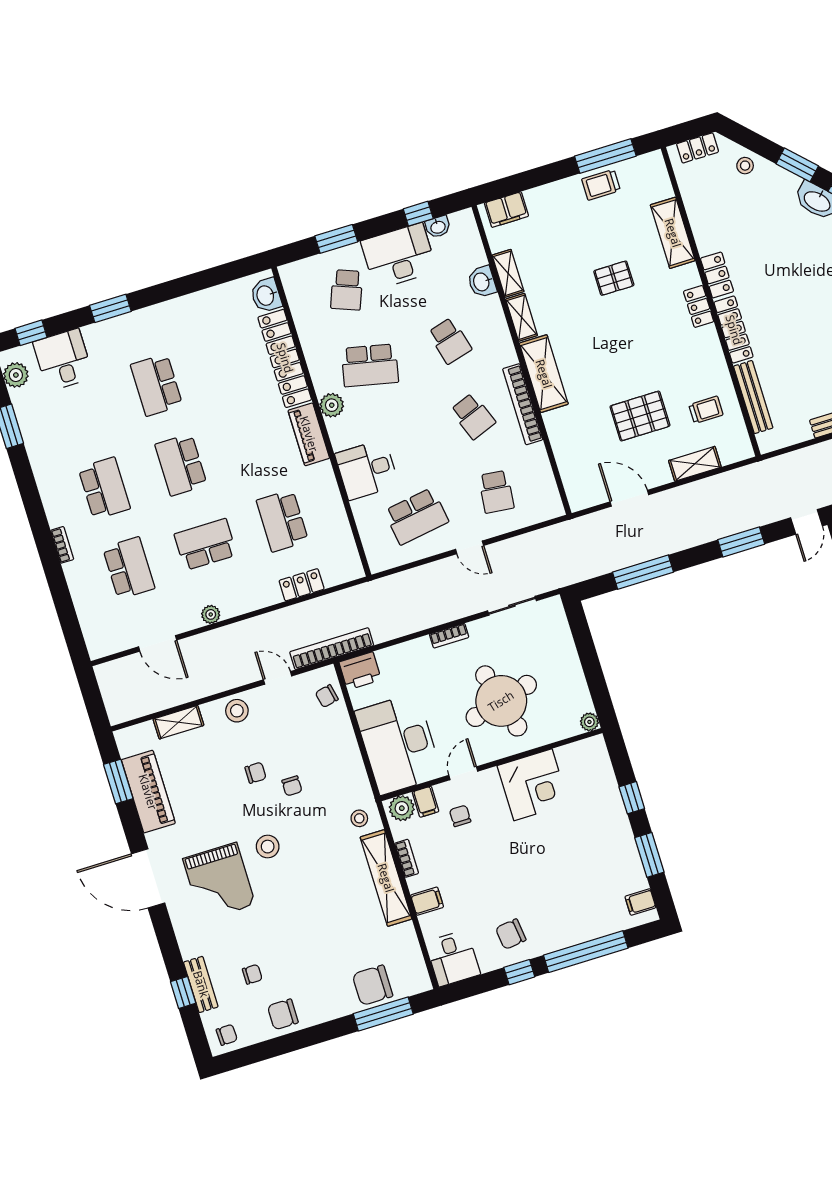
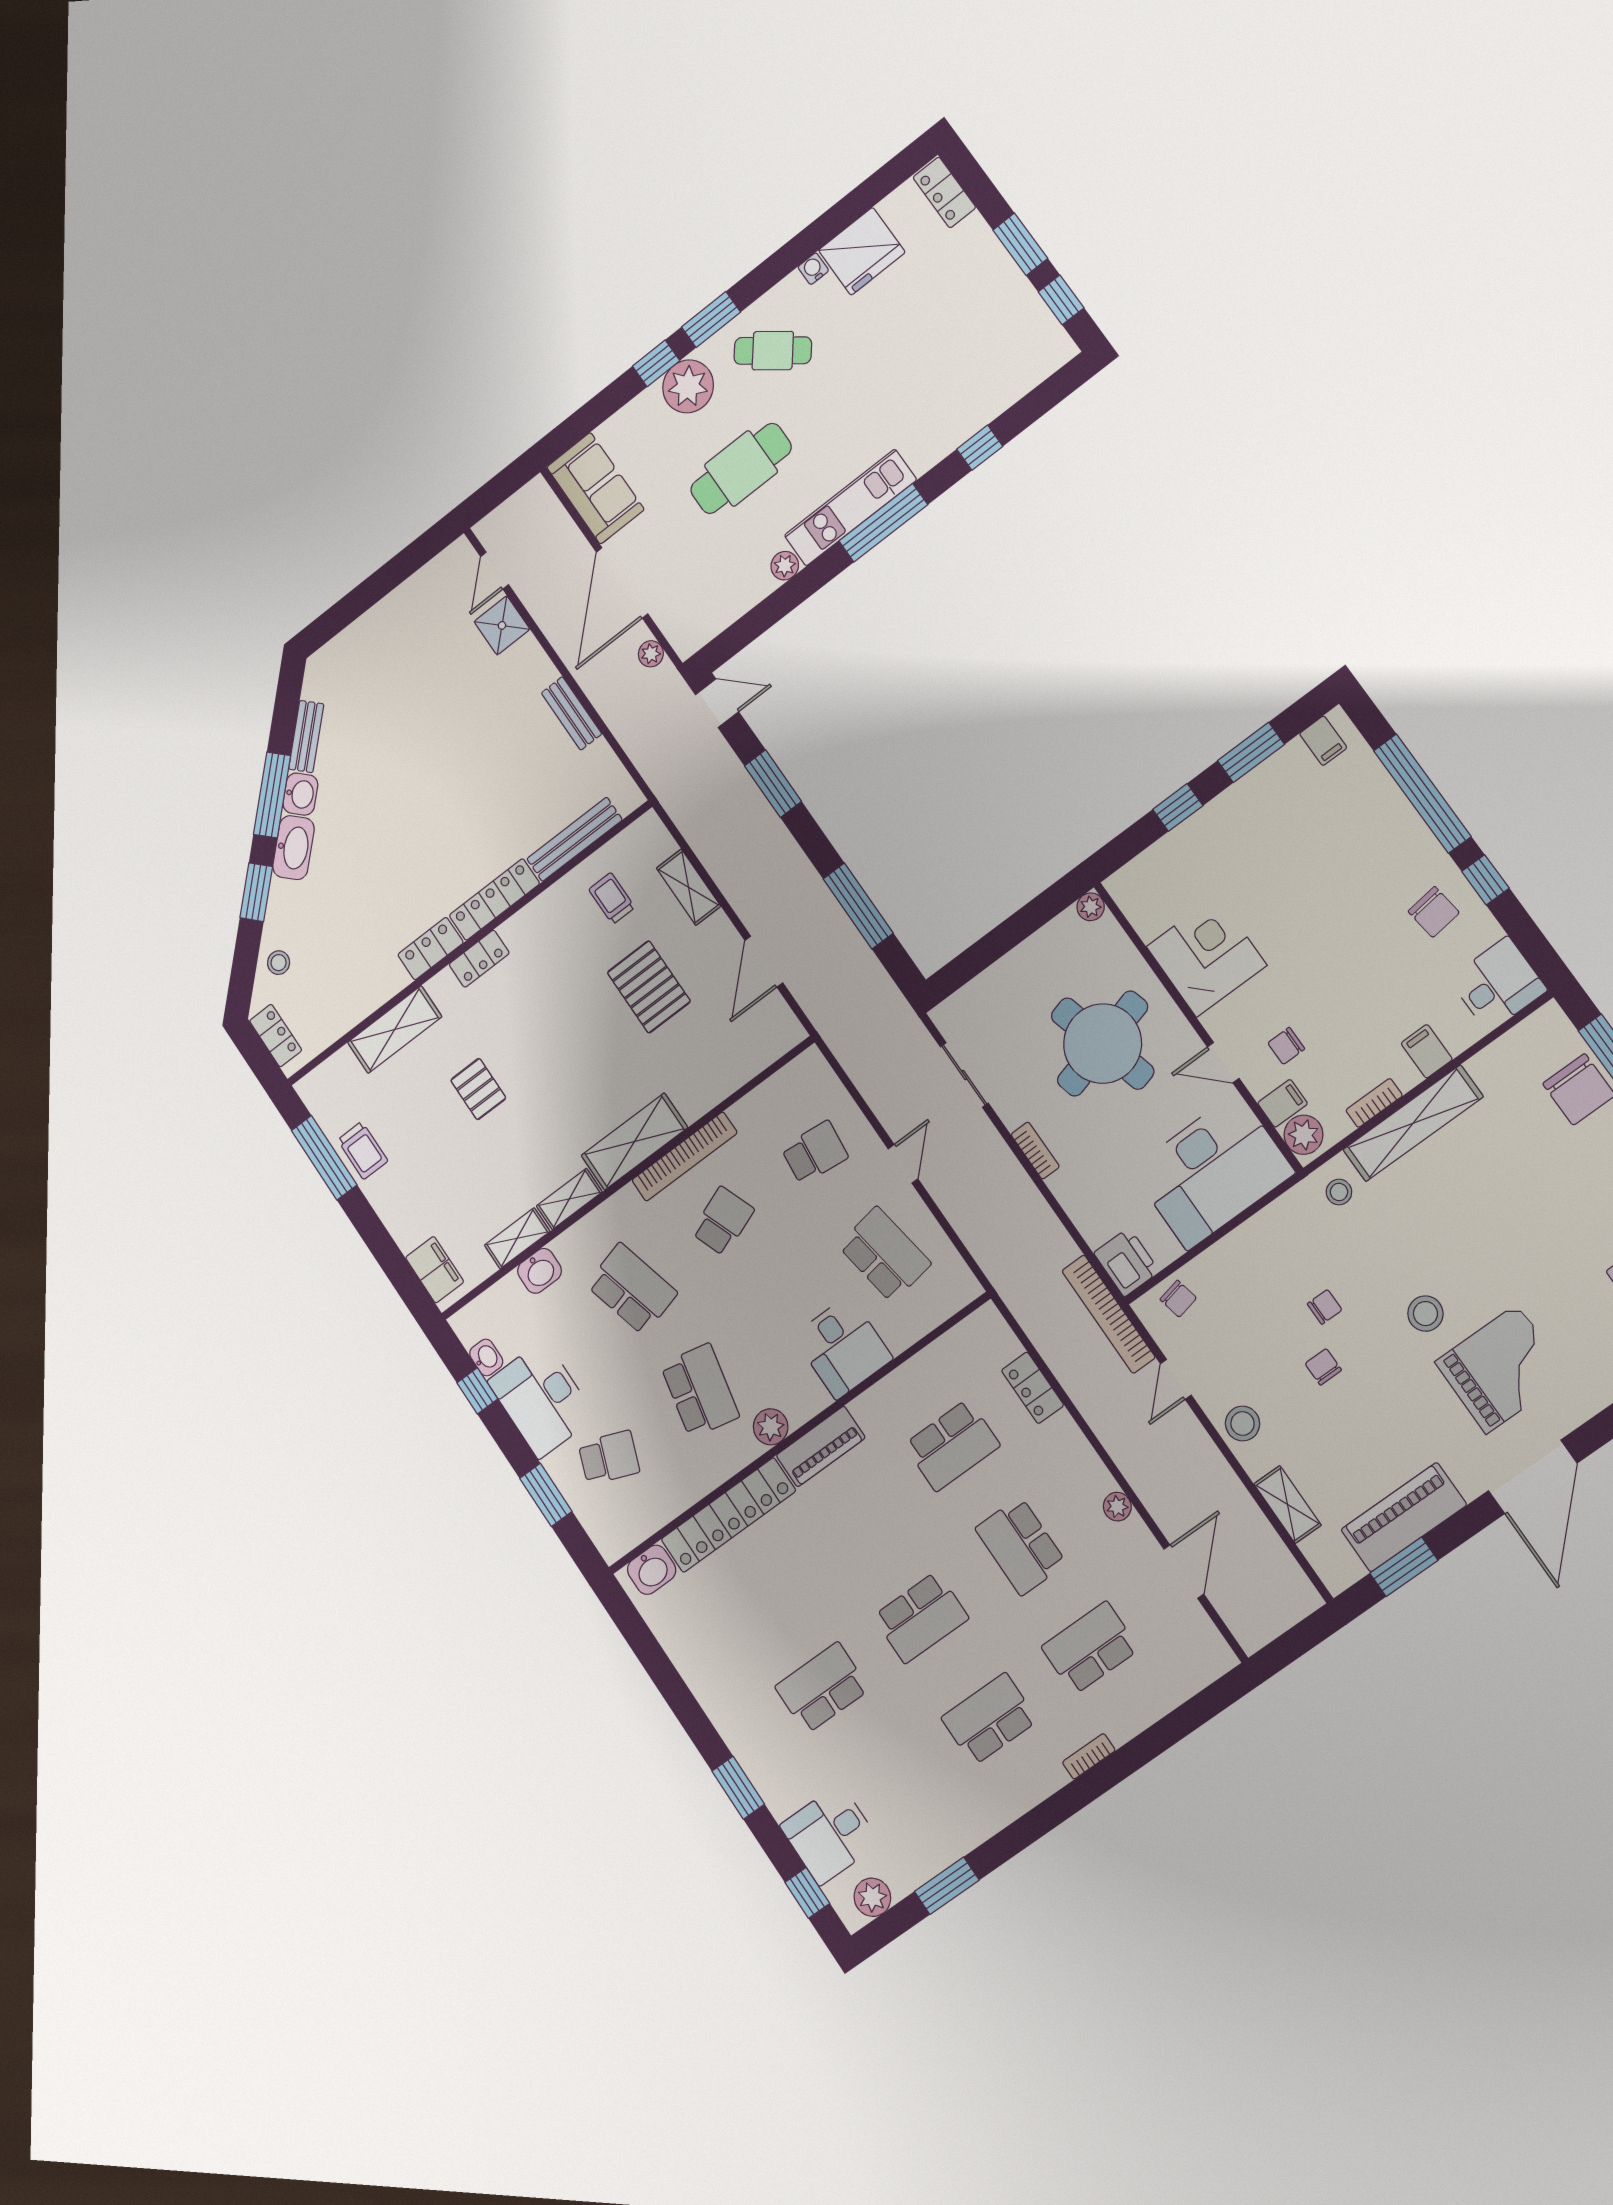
school desk: (450, 341) -> (632, 1289), width x1.85
school desk: (157, 385) -> (822, 1688), turned 180

